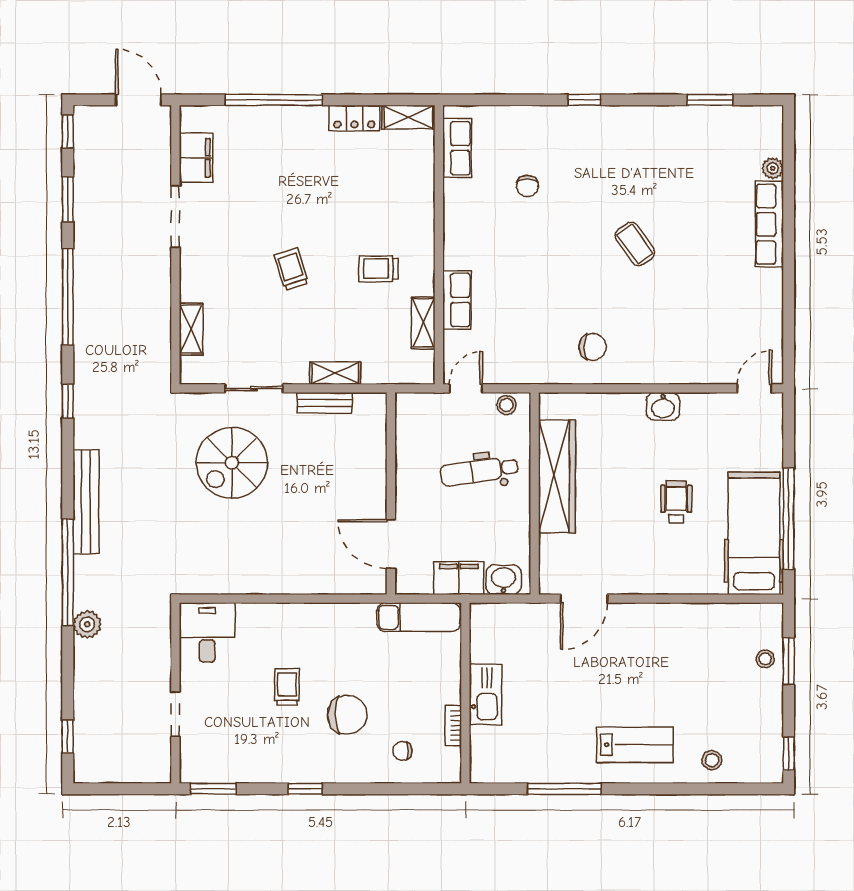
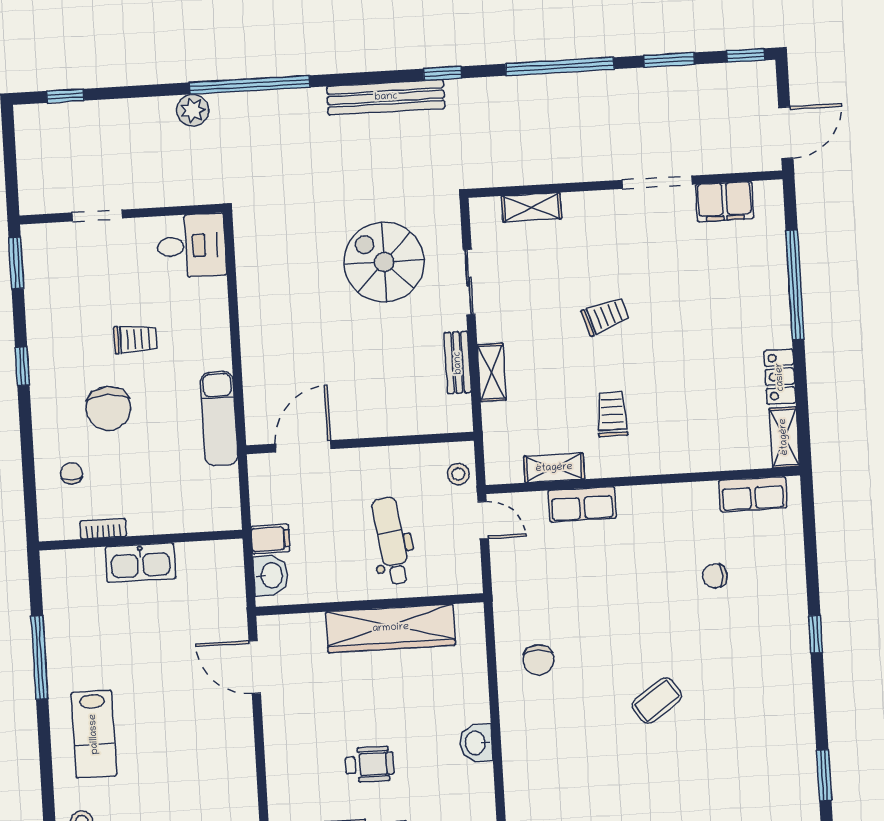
stool: (506, 405) -> (458, 474), moved
bench: (86, 502) -> (386, 97), moved
filing cabinet: (459, 578) -> (270, 539), width x0.50
exam couch: (419, 617) -> (219, 419), moved

